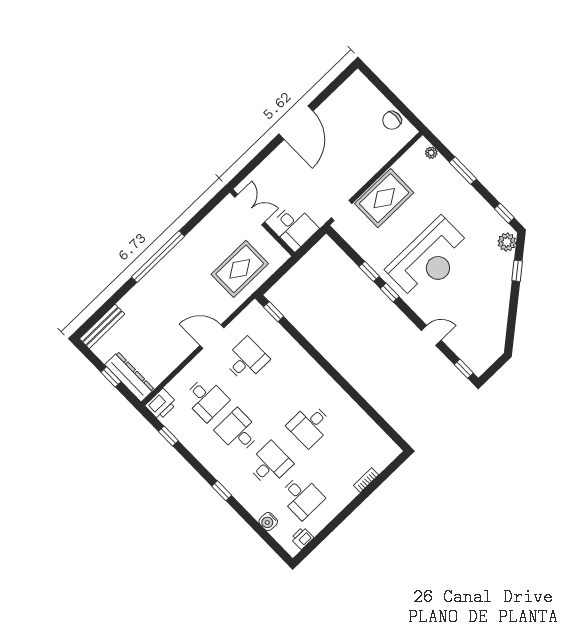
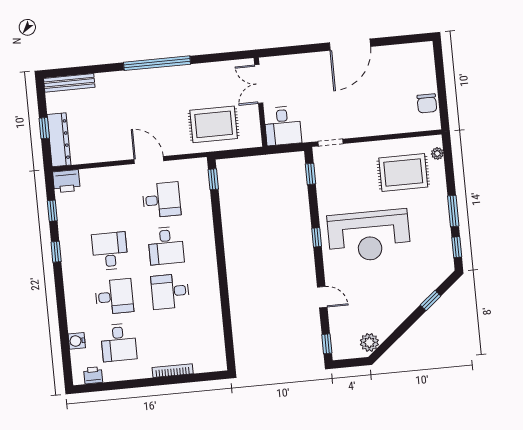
chair: (392, 120) -> (427, 103), turned -90
window: (463, 171) -> (453, 211), moved
rug: (384, 198) -> (403, 173), moved
double door: (250, 210) -> (259, 84), swing flipped
plant: (507, 242) -> (369, 342), moved
window: (369, 271) -> (310, 174), moved
desk: (206, 399) -> (166, 246), moved
bookcase: (366, 480) -> (173, 371), width x1.56
window: (222, 491) -> (56, 252), moved

